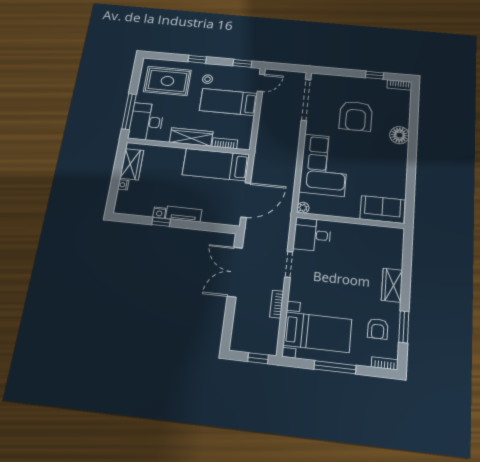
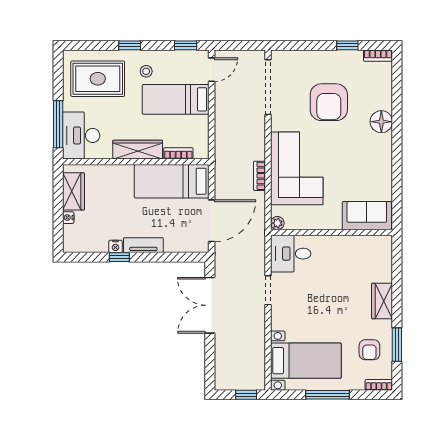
bookcase: (277, 304) -> (259, 176), moved

